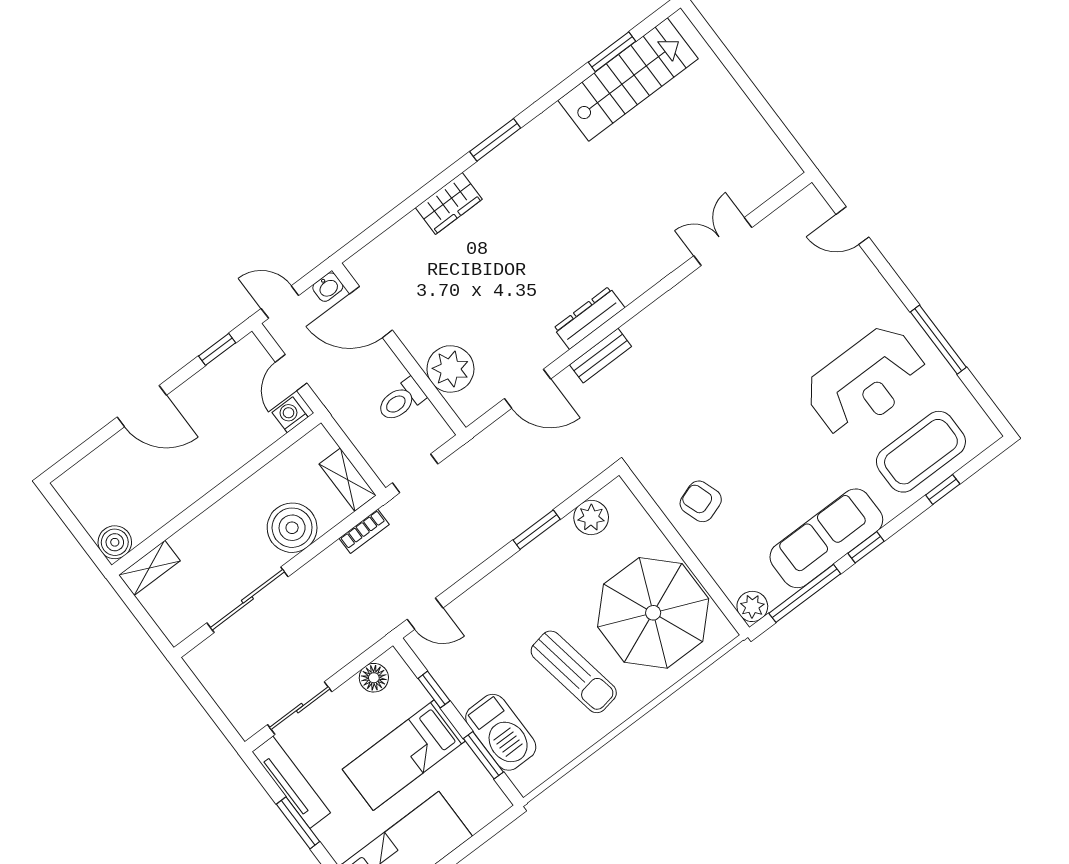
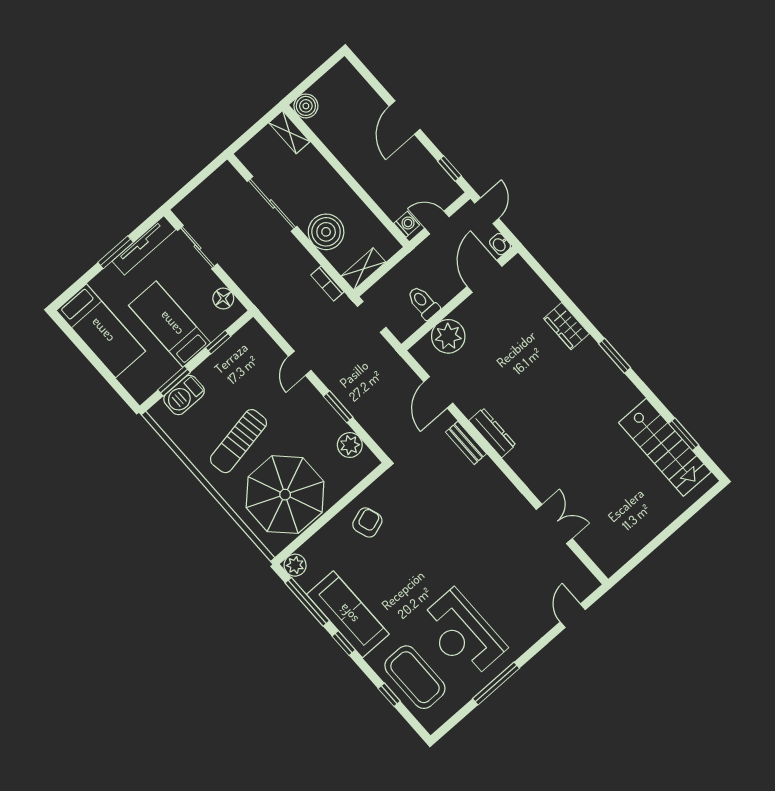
door: (425, 614) -> (300, 363), moved
barbecue: (501, 732) -> (184, 395), width x0.73, depth x0.83

